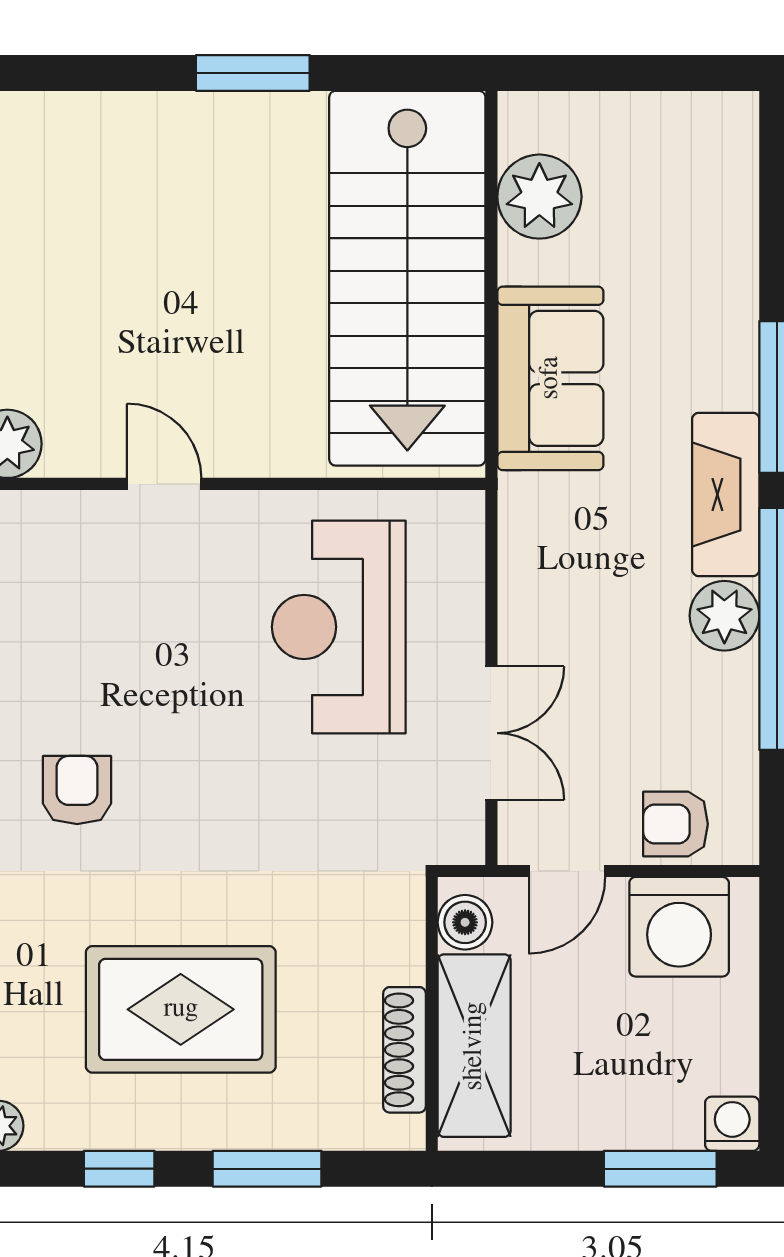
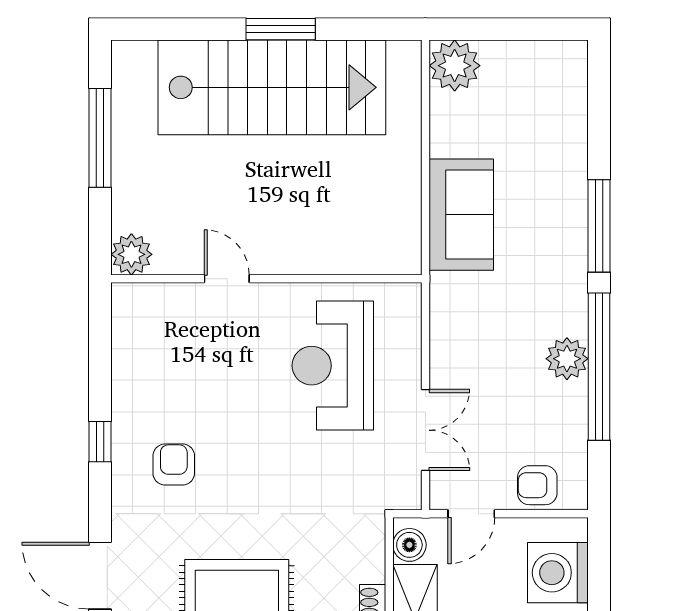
plant: (539, 197) -> (455, 66), moved
stairs: (407, 278) -> (272, 87), moved, turned -90
fireplace: (726, 494) -> (568, 285), removed
washing machine: (679, 927) -> (558, 573), moved, turned 90

